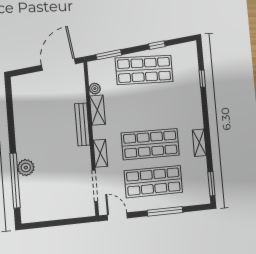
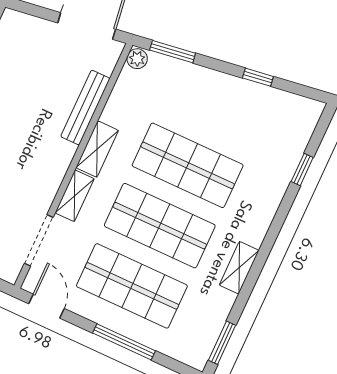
shop shelf: (144, 70) -> (188, 165), moved
plant: (95, 89) -> (137, 59), moved
shelving: (97, 110) -> (97, 149), moved
bench: (82, 124) -> (85, 108), moved

